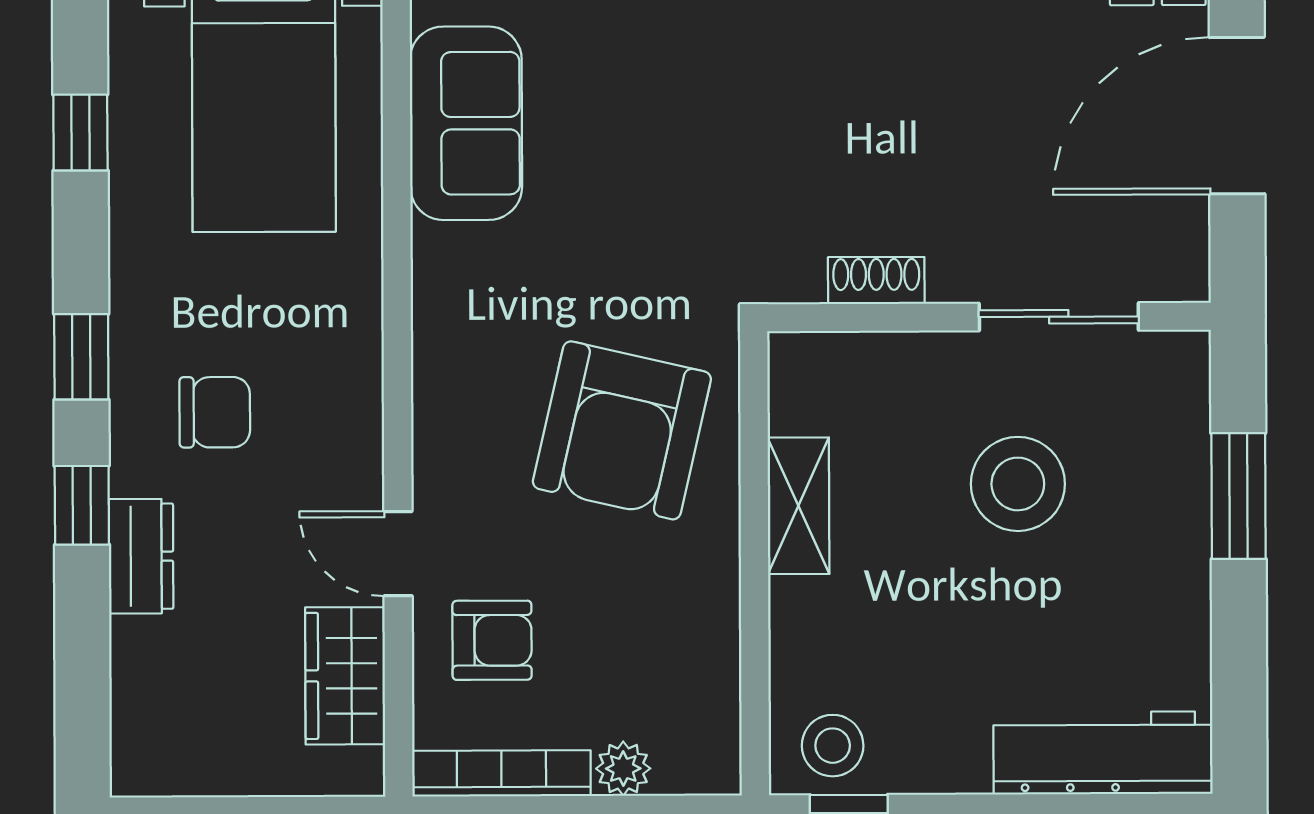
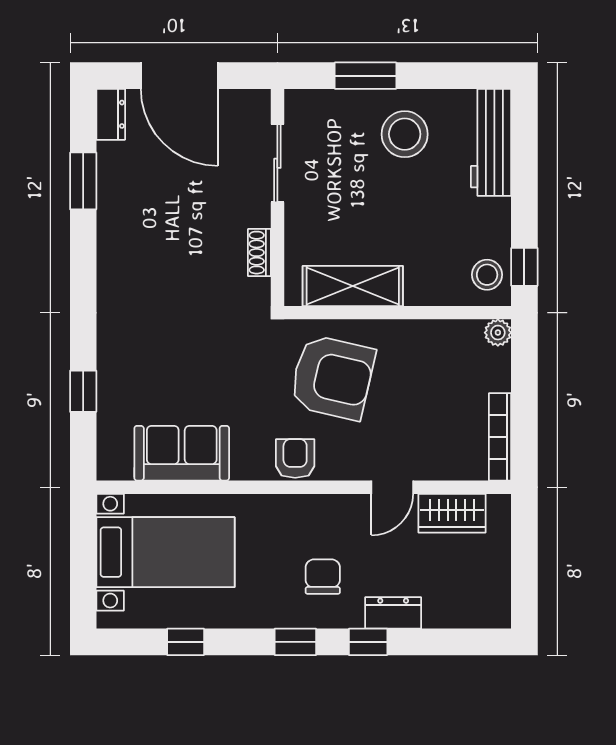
stool: (1018, 484) -> (405, 134), moved
shelving: (798, 506) -> (353, 286), width x1.50, depth x1.33
armchair: (492, 640) -> (295, 458), moved
plant: (623, 768) -> (498, 333), moved

